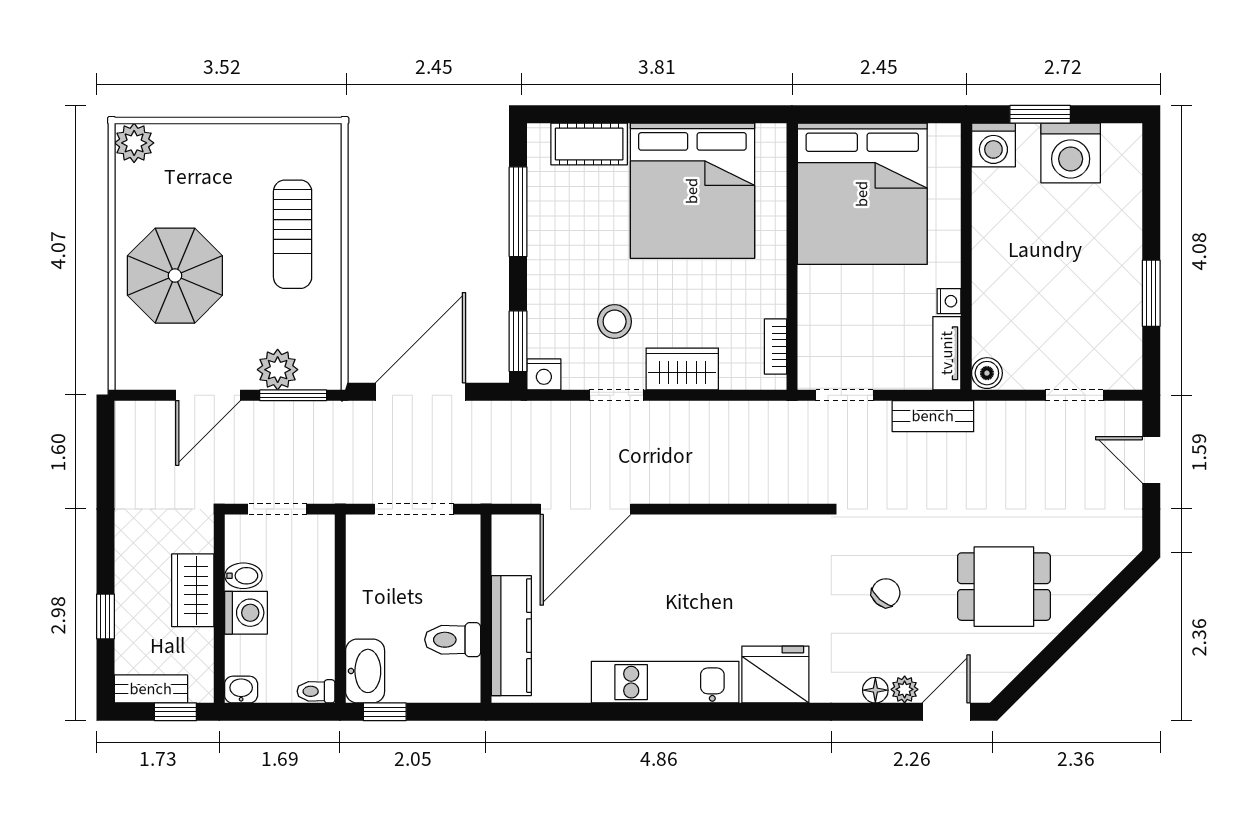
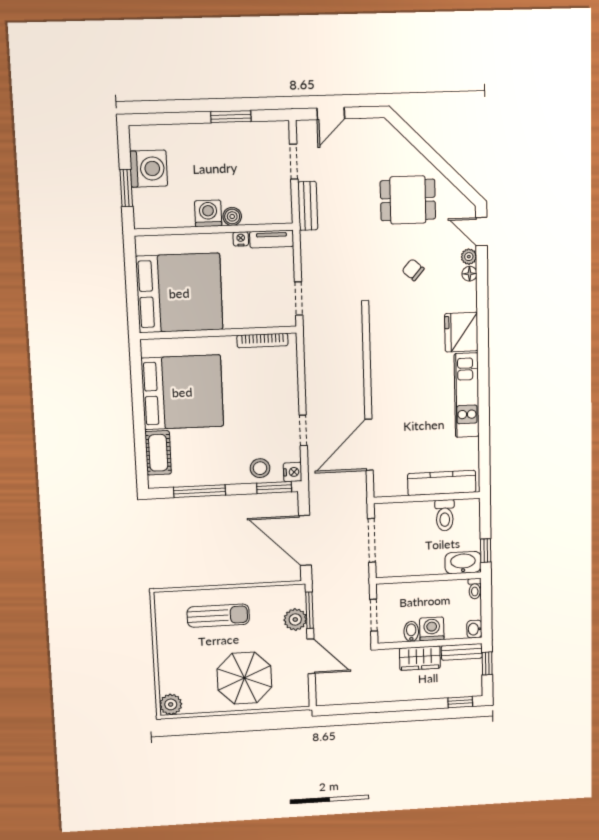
washing machine: (993, 145) -> (208, 213), moved, turned -90
stool: (615, 322) -> (260, 468), moved
bookcase: (776, 347) -> (262, 340), width x1.56
wardrobe: (682, 369) -> (287, 393), removed
boiler: (987, 373) -> (232, 216), moved
bench: (933, 416) -> (308, 206), moved
door: (585, 509) -> (369, 445), swing flipped
dining table: (1004, 587) -> (408, 200), turned 90
window: (105, 616) -> (460, 702), moved
bench: (151, 689) -> (462, 652), moved, turned 90

